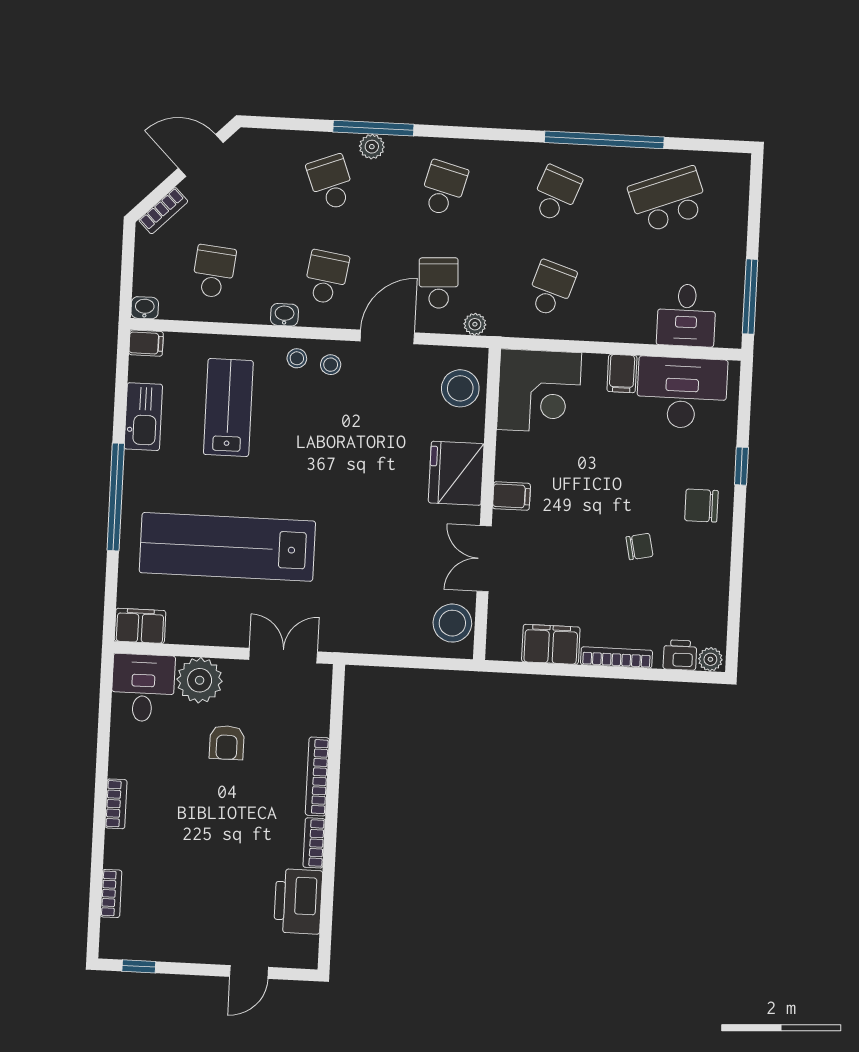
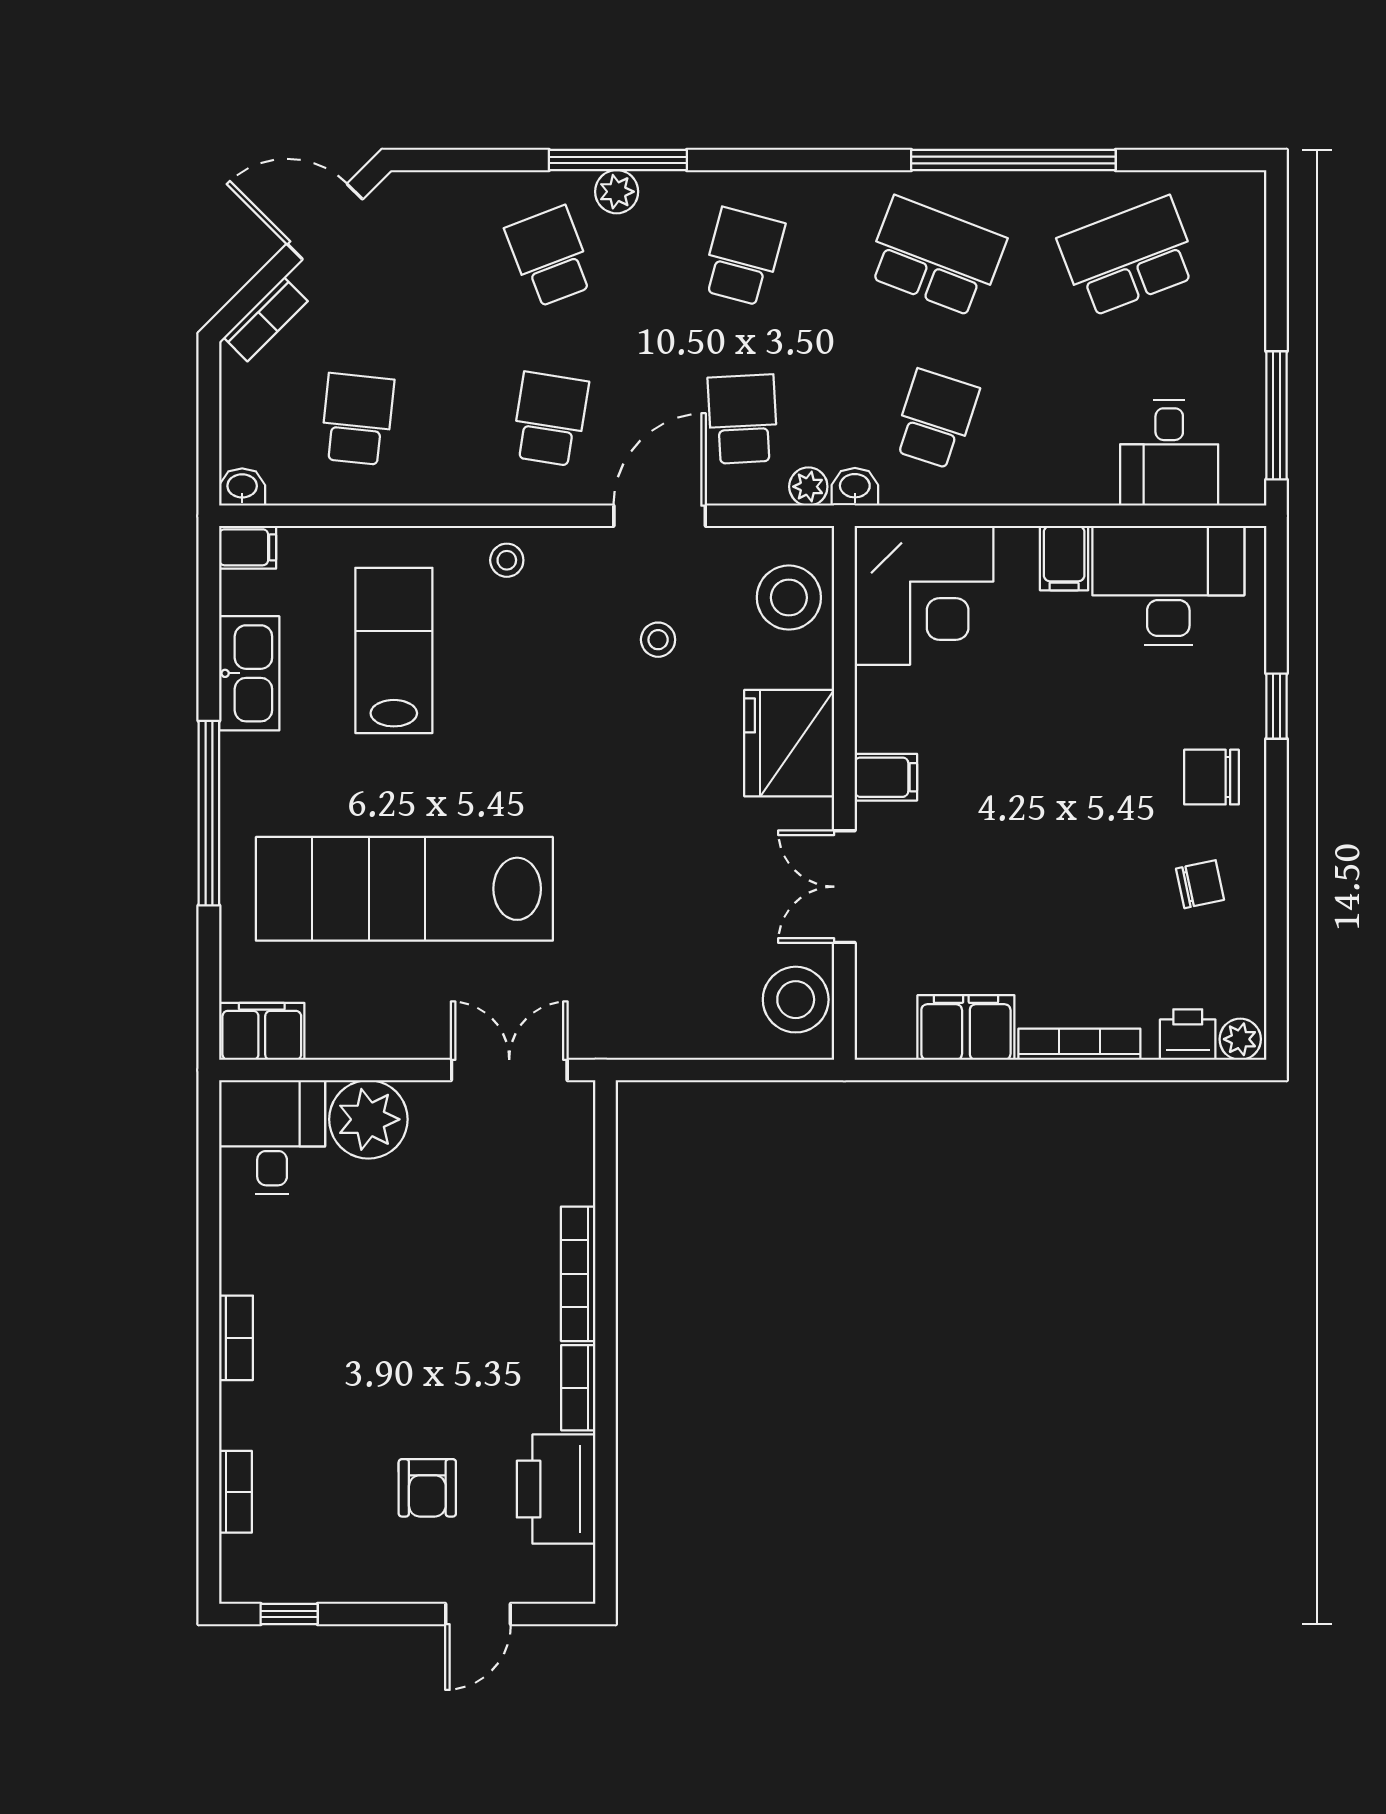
school desk: (556, 194) -> (936, 257), width x1.85
washbasin: (284, 315) -> (855, 487), moved
stool: (331, 365) -> (658, 640), moved
chair: (639, 547) -> (1200, 884), moved
armchair: (227, 743) -> (427, 1488), moved

